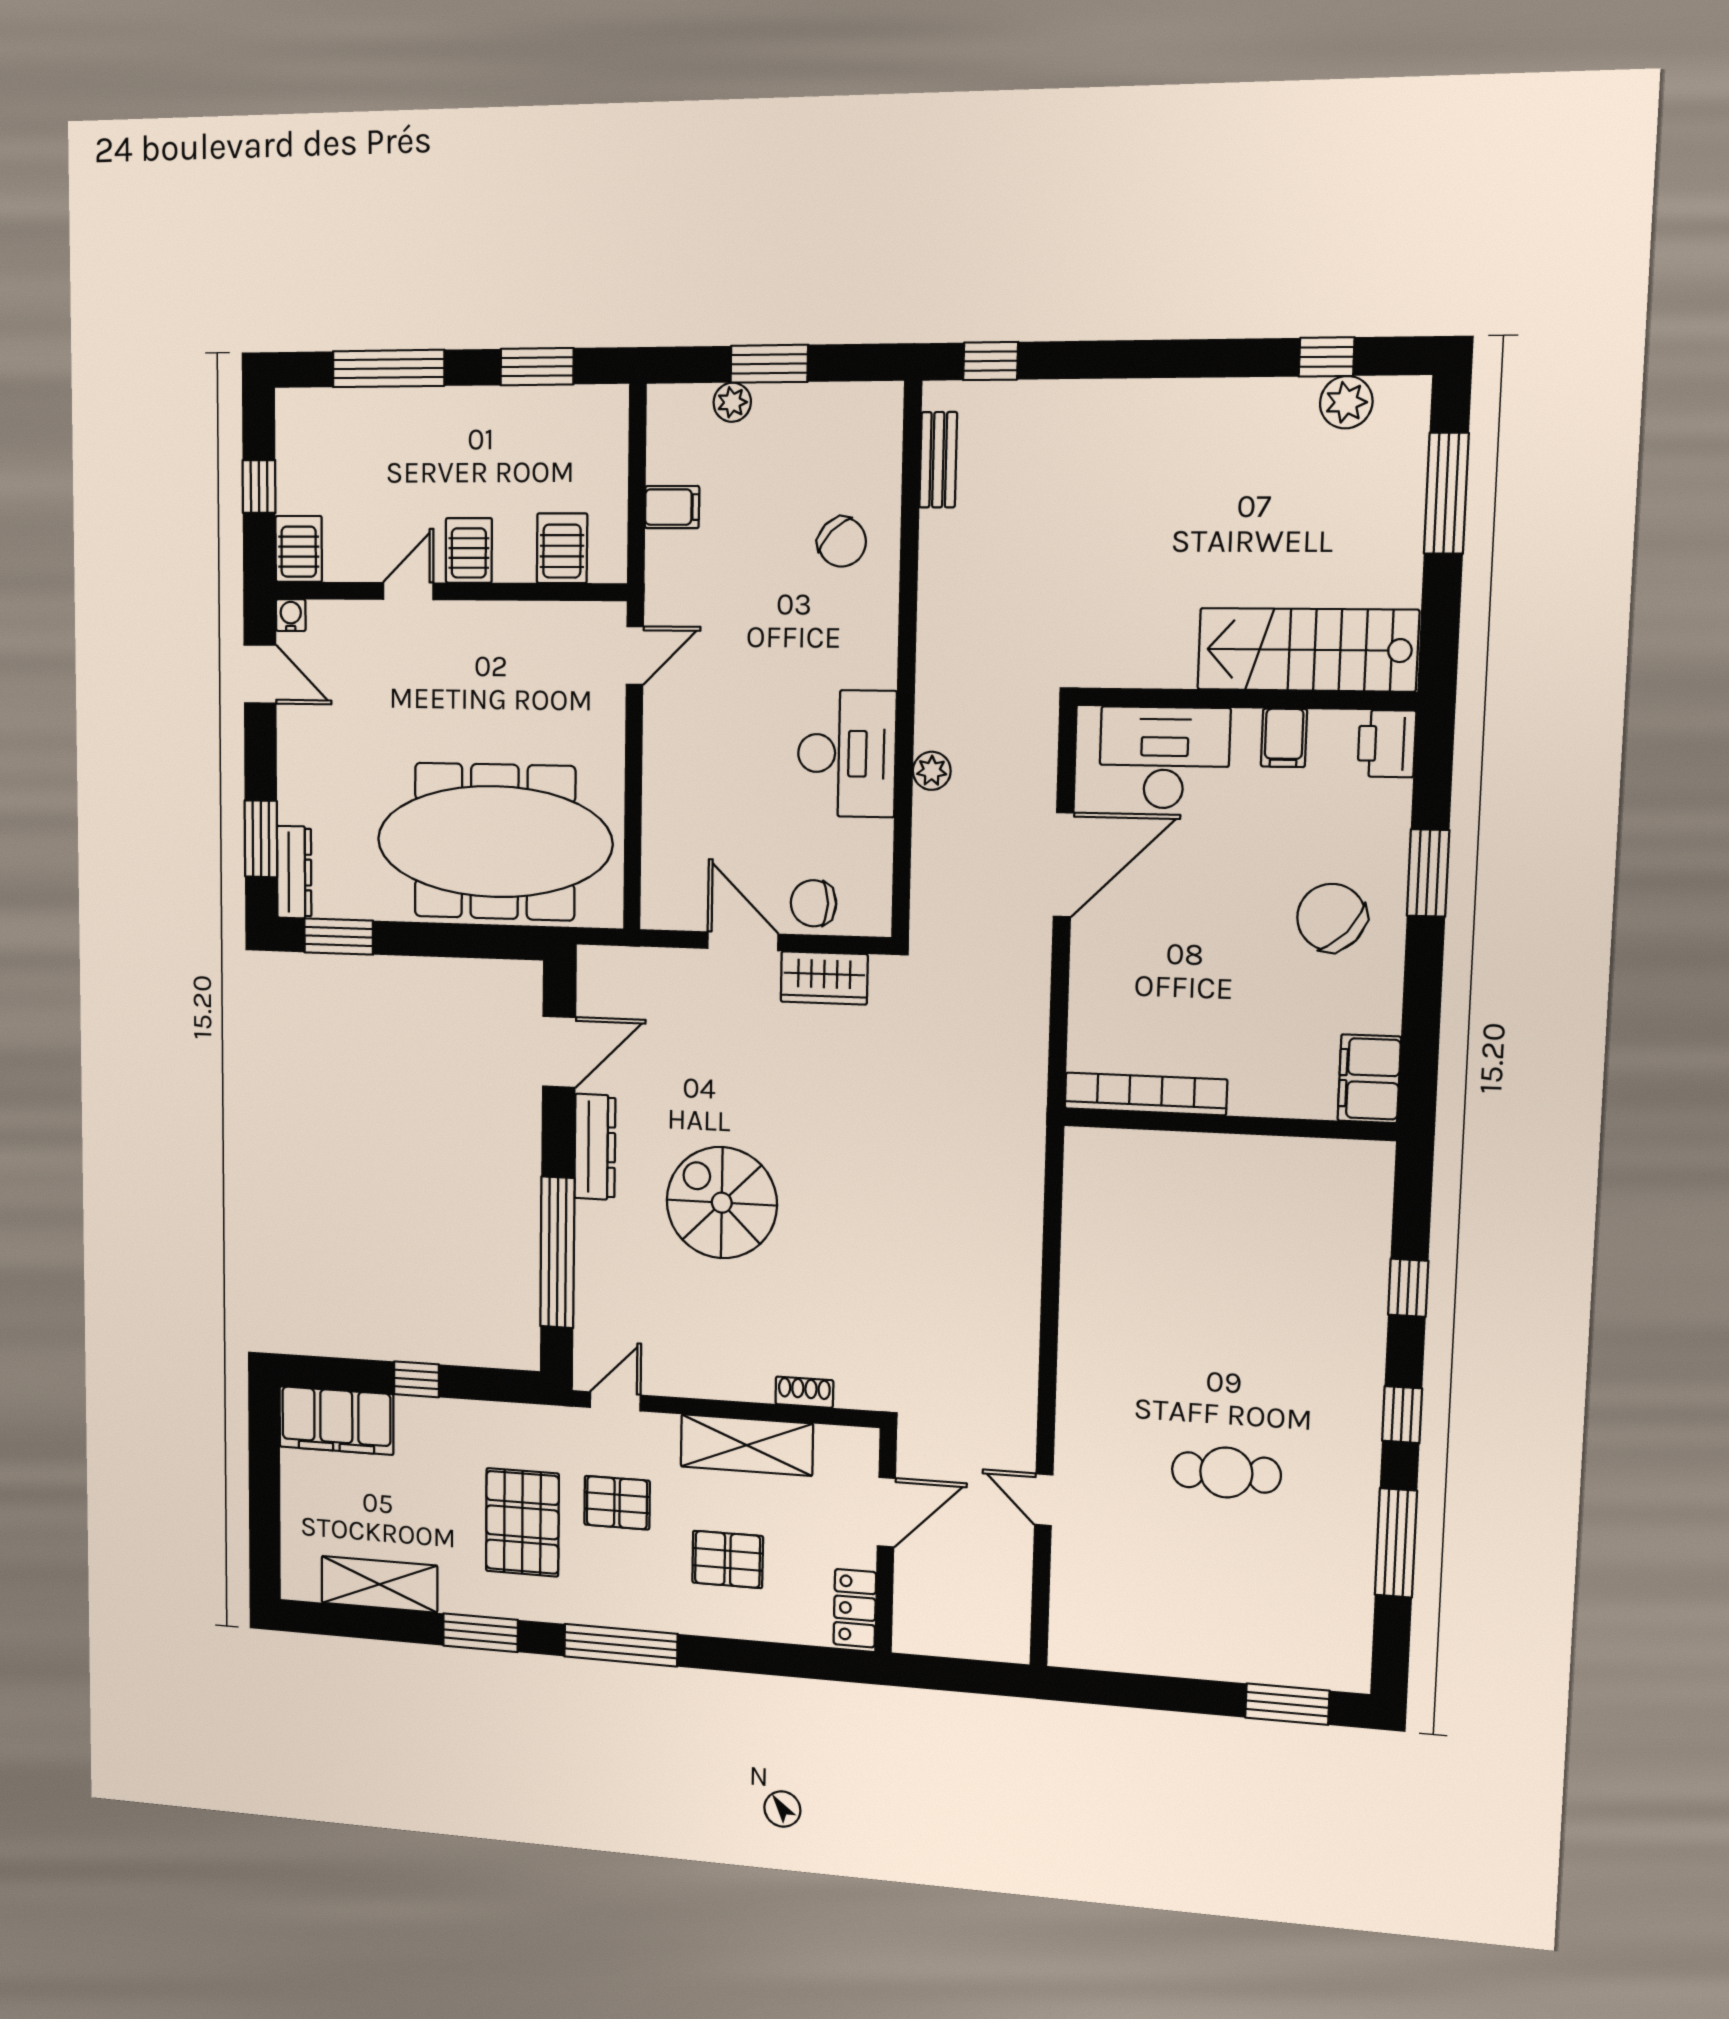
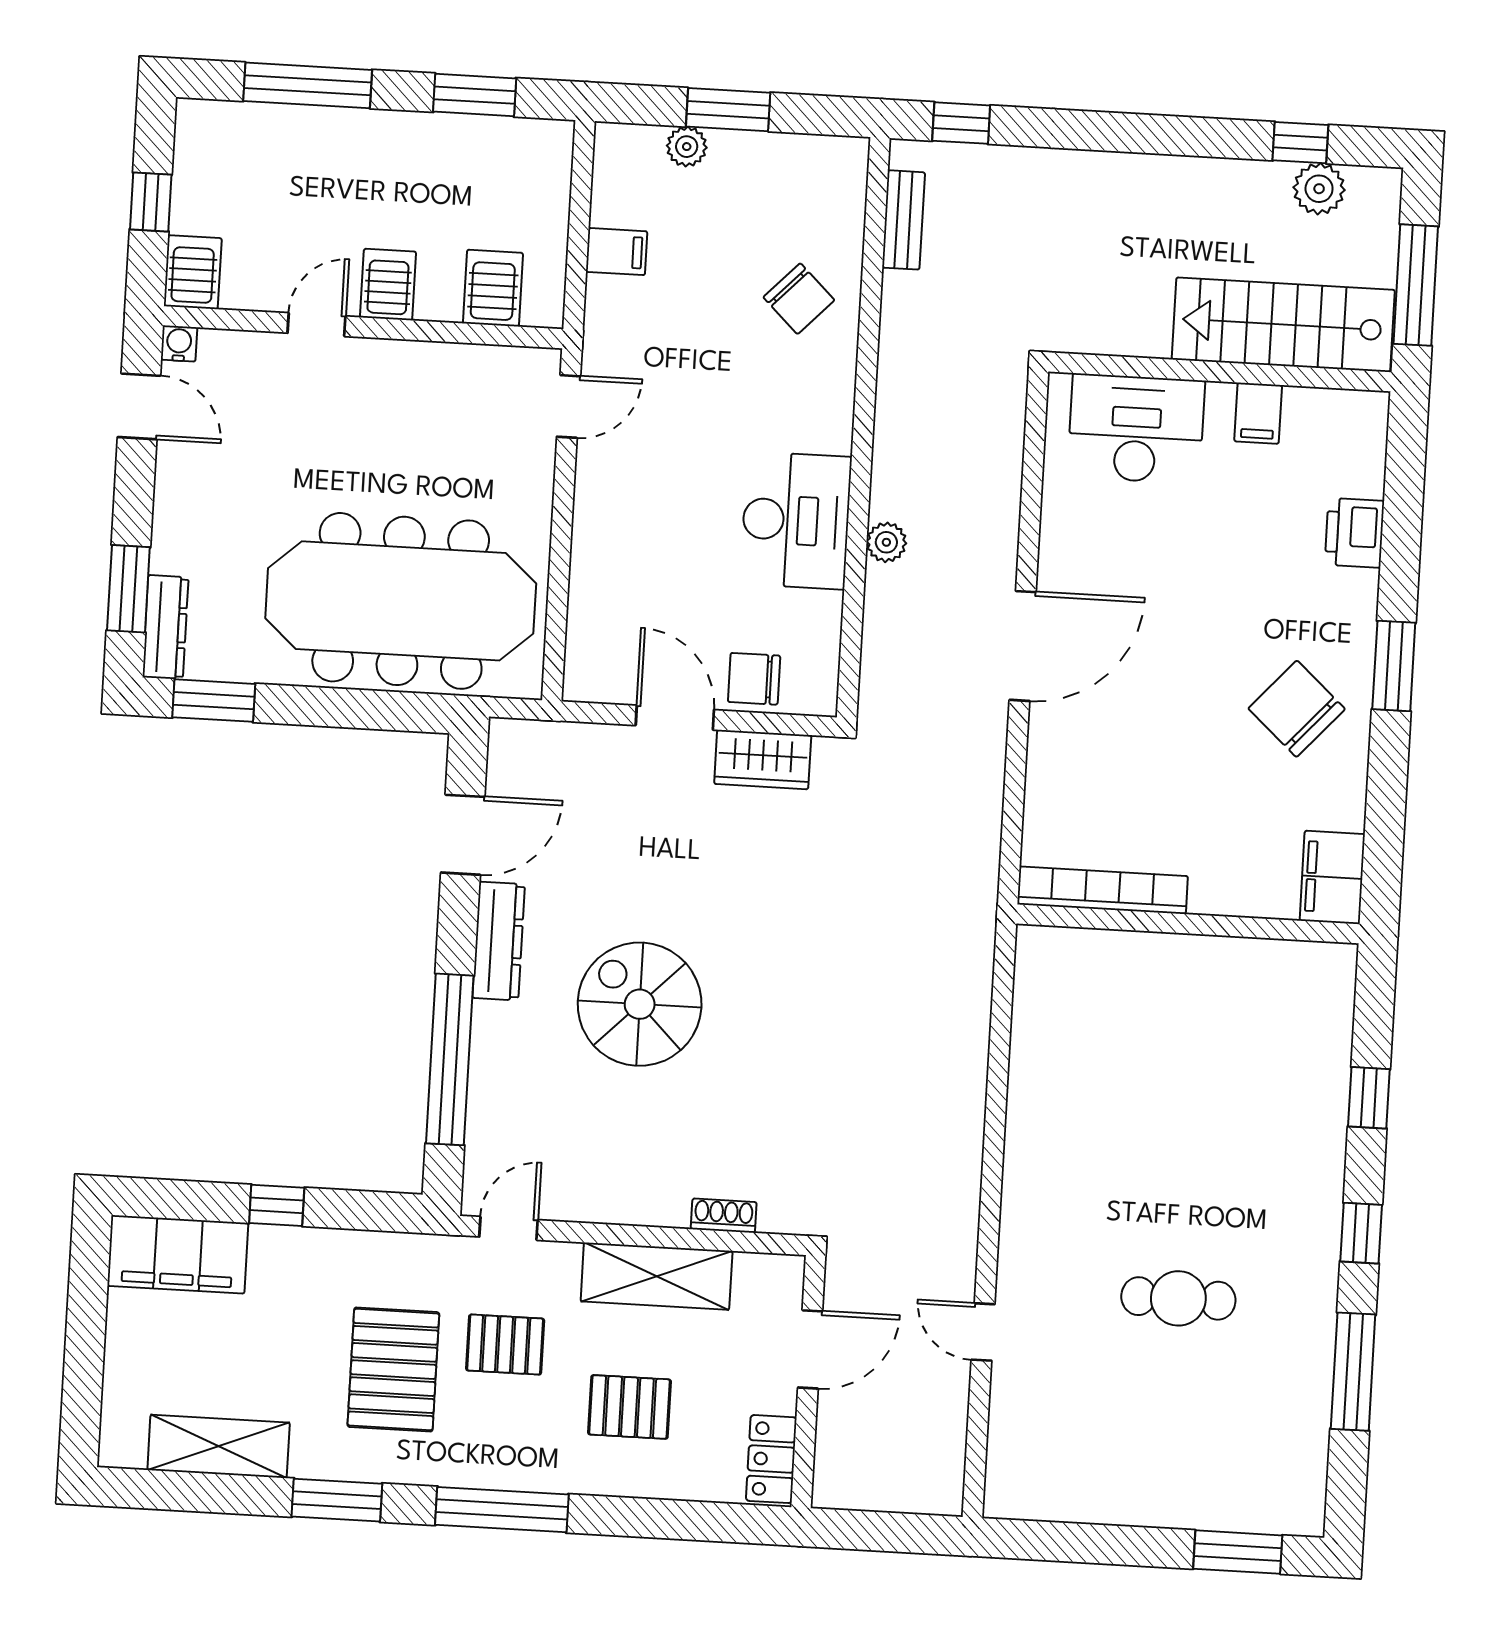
stairs: (1308, 650) -> (1283, 325), moved
wall: (1245, 699) -> (1220, 372), moved
filing cabinet: (1284, 738) -> (1258, 413), moved
desk: (1164, 758) -> (1136, 429), moved

